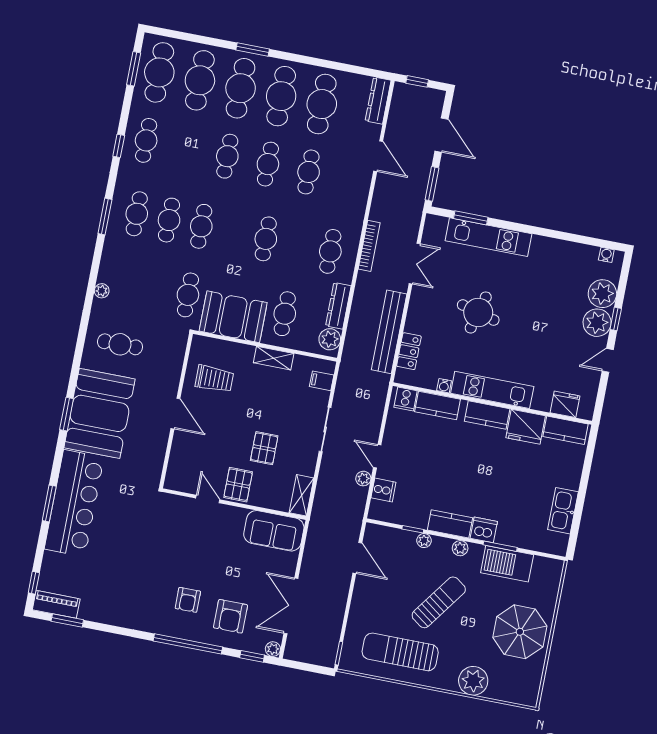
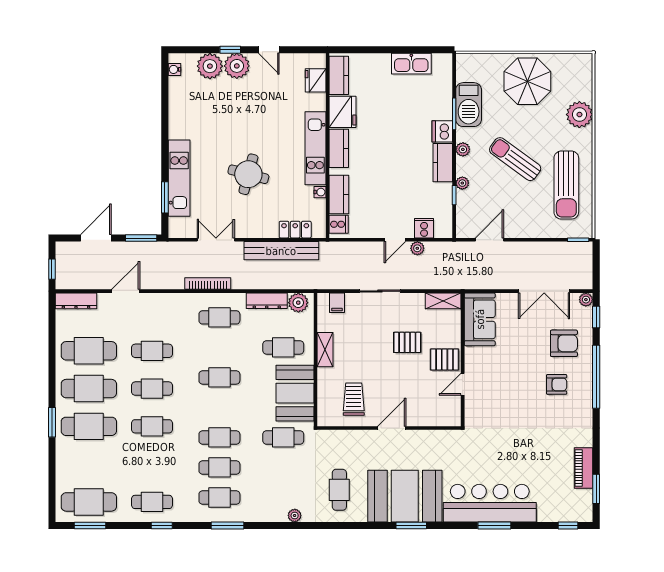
cafe table: (200, 80) -> (89, 464), removed
piano: (56, 604) -> (584, 468), moved

